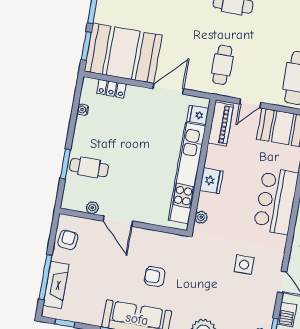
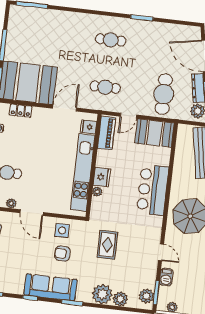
cafe table: (222, 65) -> (105, 87), turned 90
plant: (201, 217) -> (97, 192), moved
side table: (244, 265) -> (62, 230), moved
rug: (213, 268) -> (107, 245), added

